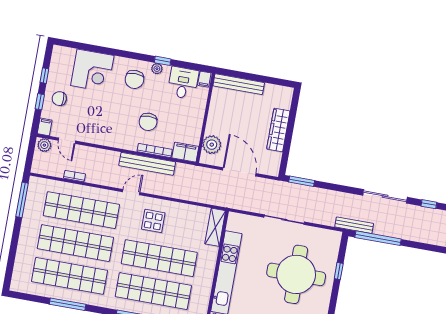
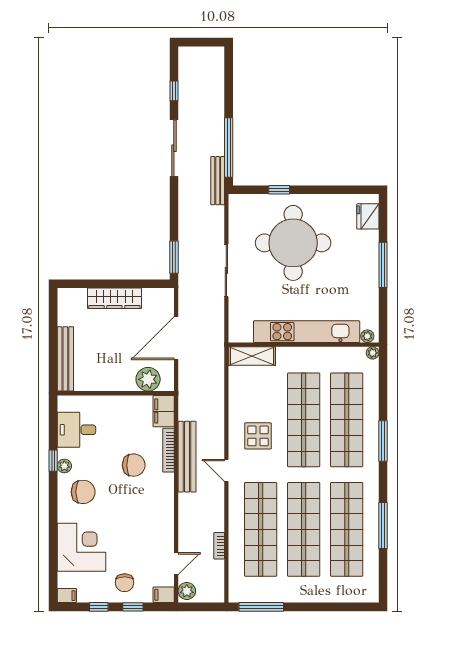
filing cabinet: (204, 79) -> (67, 596), moved

